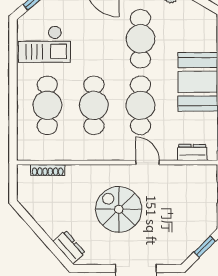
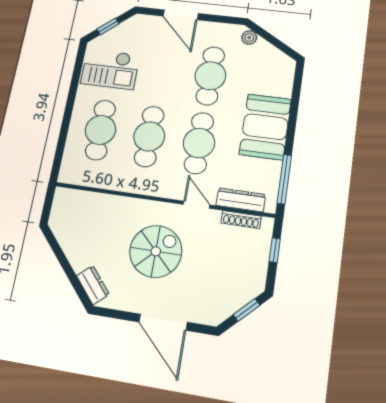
dresser: (192, 152) -> (241, 200), width x1.44
shoe rack: (48, 170) -> (241, 220), moved
spiral stairs: (119, 209) -> (156, 251), turned 90

